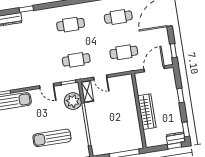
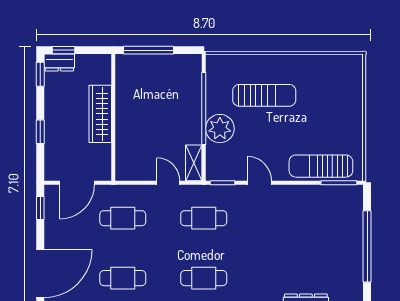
plant: (73, 101) -> (220, 129), moved

